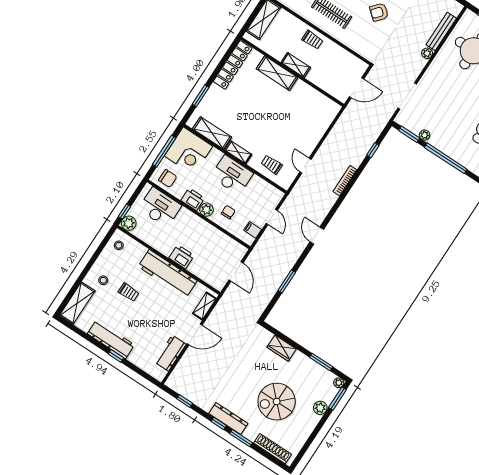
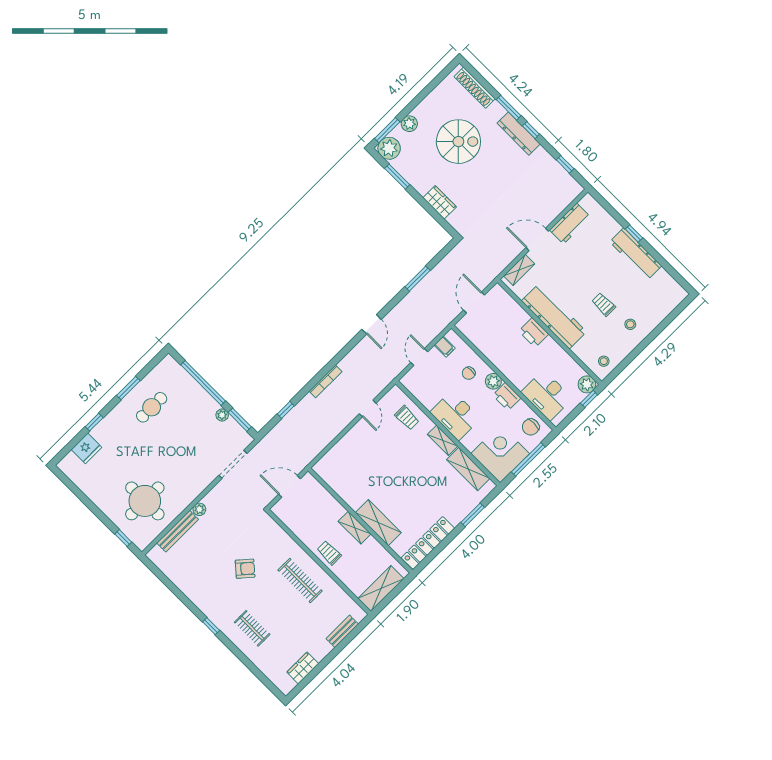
chair: (168, 178) -> (531, 427), turned -90
shelving: (77, 303) -> (666, 304), removed
plant: (339, 383) -> (389, 148), width x1.88, depth x1.88

